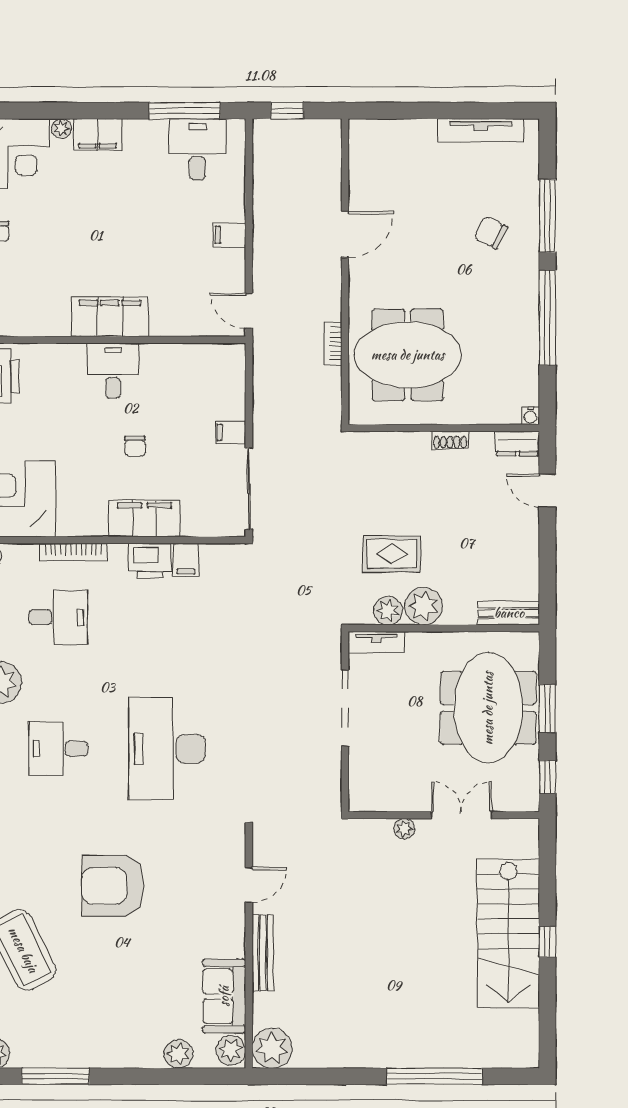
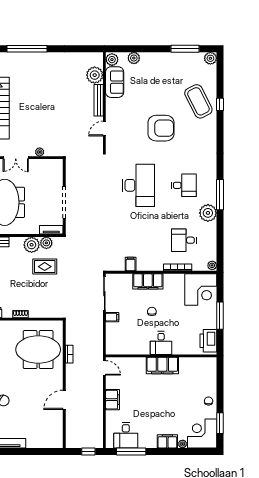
filing cabinet: (229, 235) -> (113, 400), width x2.00
printer: (150, 561) -> (146, 264), removed
plant: (272, 1048) -> (95, 75), moved

